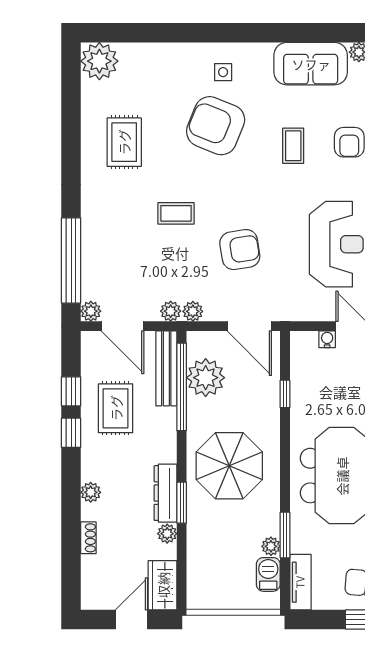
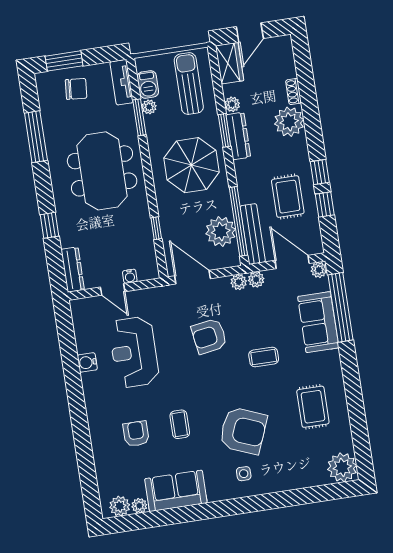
sofa: (101, 246) -> (318, 322), added
plant: (91, 492) -> (289, 122), width x1.88, depth x1.88
sun lounger: (217, 568) -> (189, 84), added

